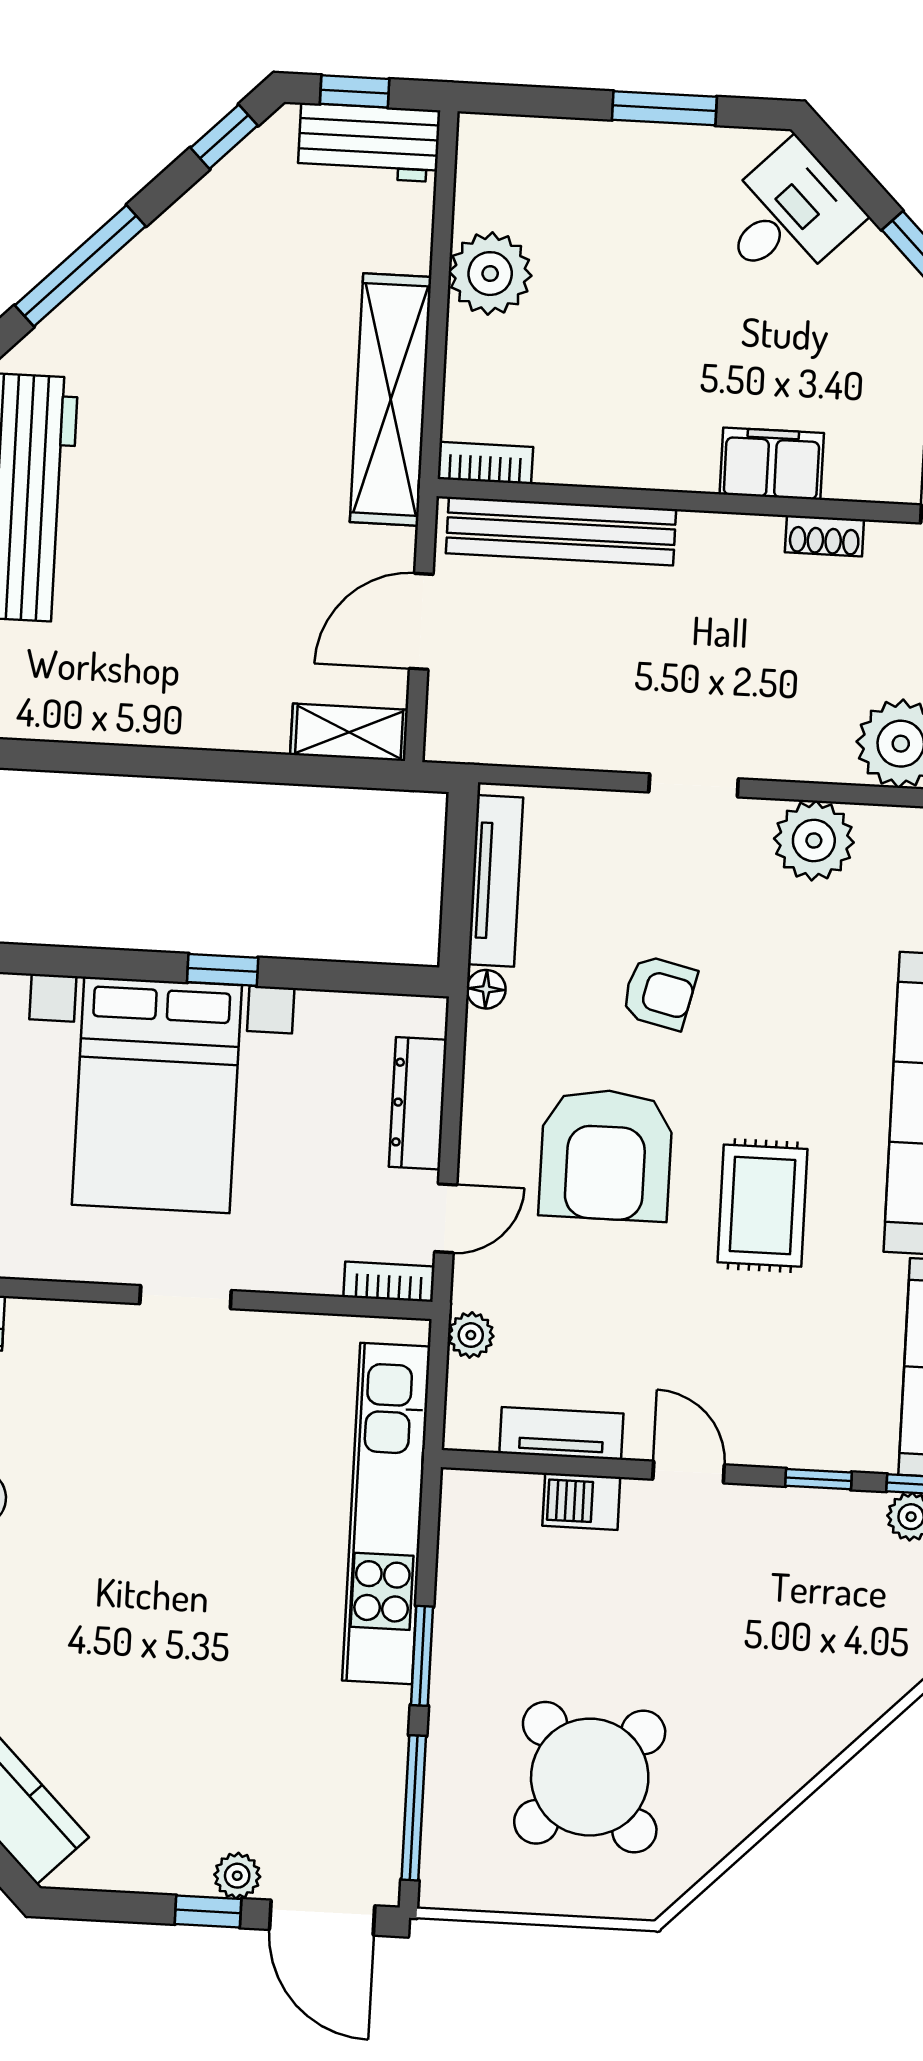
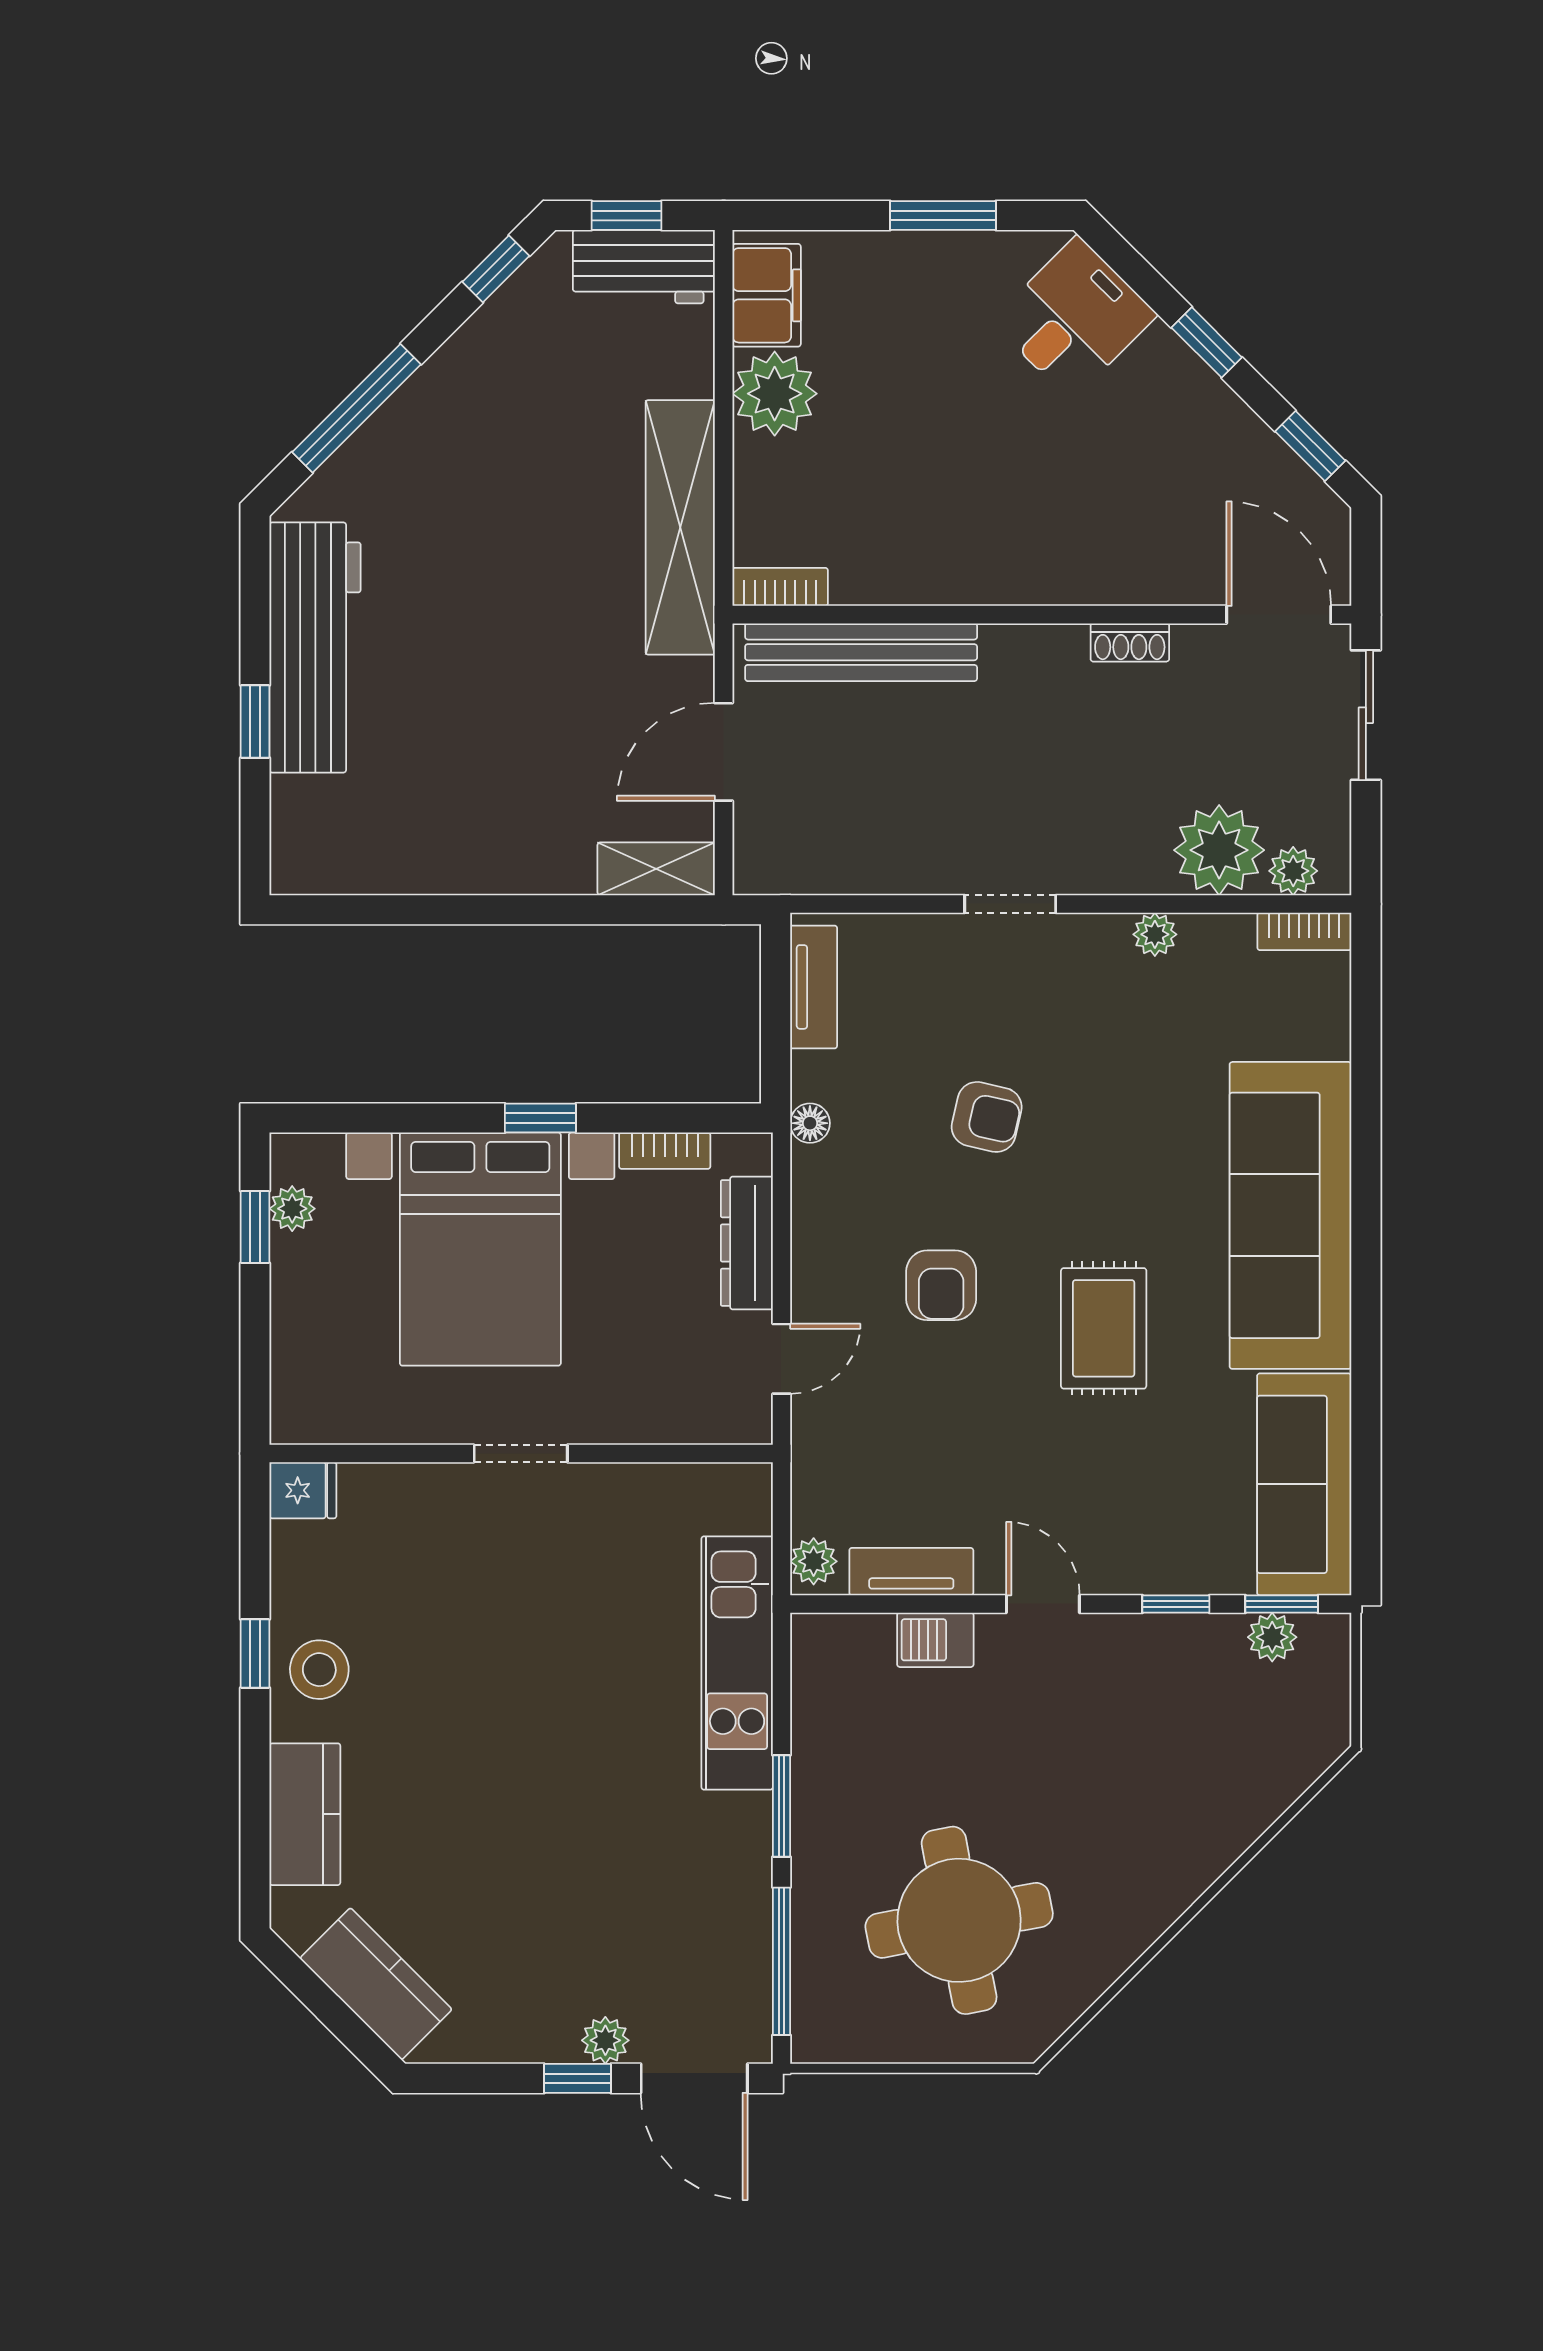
filing cabinet: (772, 464) -> (767, 295), moved, turned 90
plant: (814, 841) -> (1155, 934), width x0.53, depth x0.53
tv unit: (496, 881) -> (814, 987), width x0.71
armchair: (606, 1155) -> (941, 1285), width x0.53, depth x0.53
bookcase: (389, 1282) -> (665, 1151), moved, turned 180
plant: (471, 1335) -> (814, 1561), moved
kitchen unit: (386, 1514) -> (737, 1663), width x0.73
round table: (590, 1777) -> (959, 1920), turned 32

